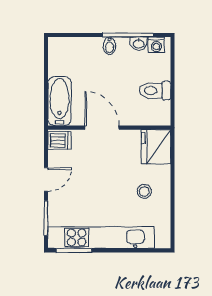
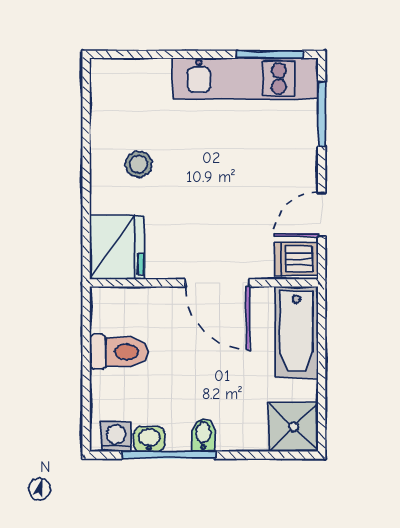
shower: (61, 50) -> (293, 427), added
door: (46, 180) -> (322, 214), moved
kitchen unit: (101, 237) -> (245, 78), width x0.73

